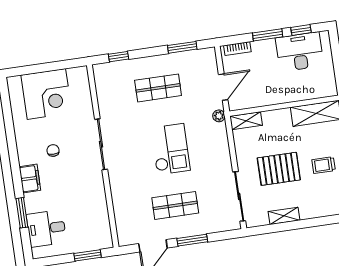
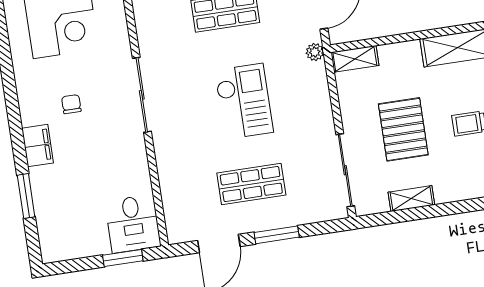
pallet: (279, 169) -> (403, 129), turned 90
desk: (46, 228) -> (133, 224), moved, turned -90

